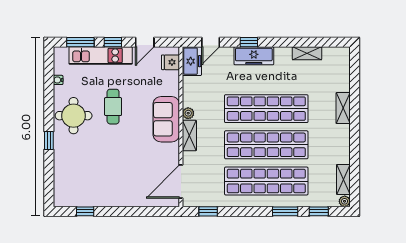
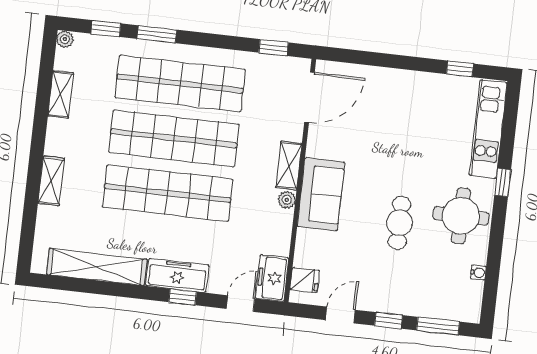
shelving: (307, 53) -> (97, 267), width x2.20, depth x1.33
kitchen unit: (101, 55) -> (488, 129), moved, turned -90
shelving: (343, 179) -> (61, 94), moved

